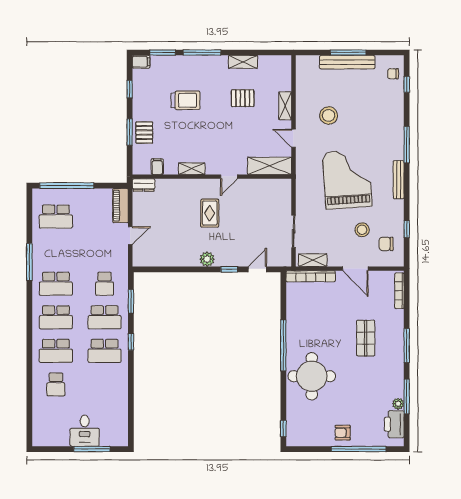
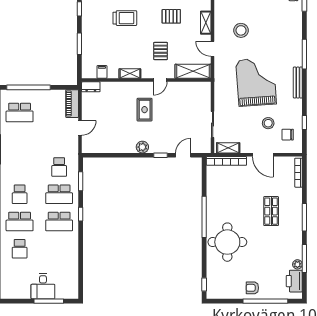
pallet: (144, 133) -> (161, 51), moved
school desk: (56, 284) -> (20, 167), removed
school desk: (56, 317) -> (20, 194), width x0.54

